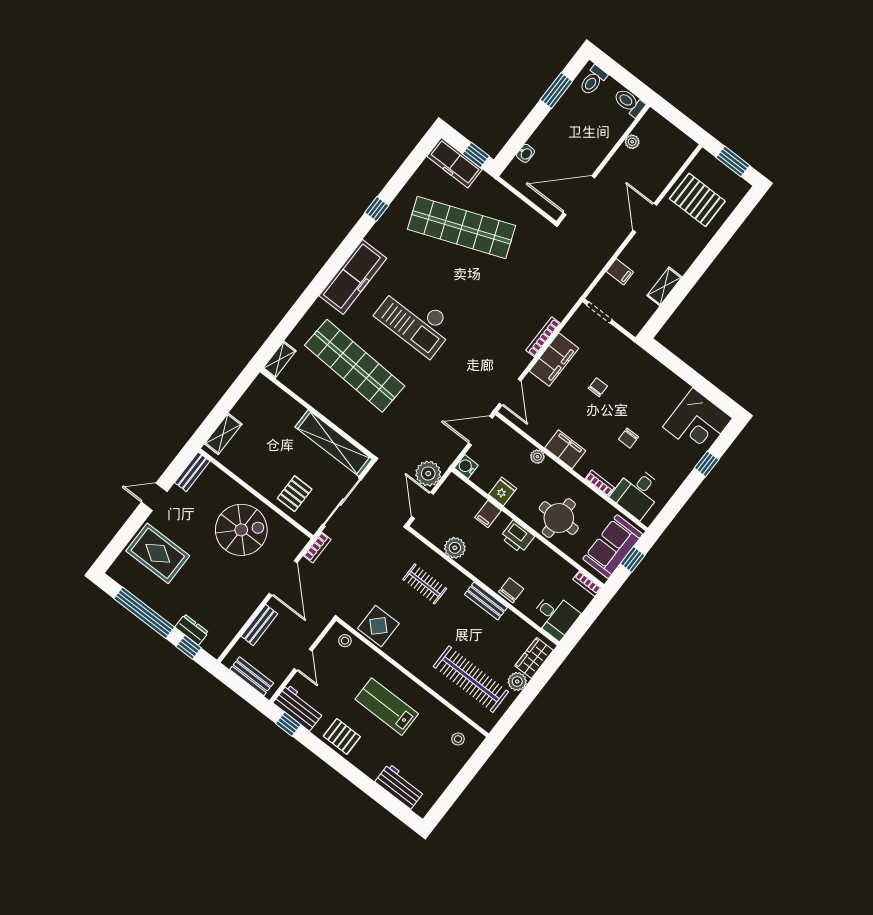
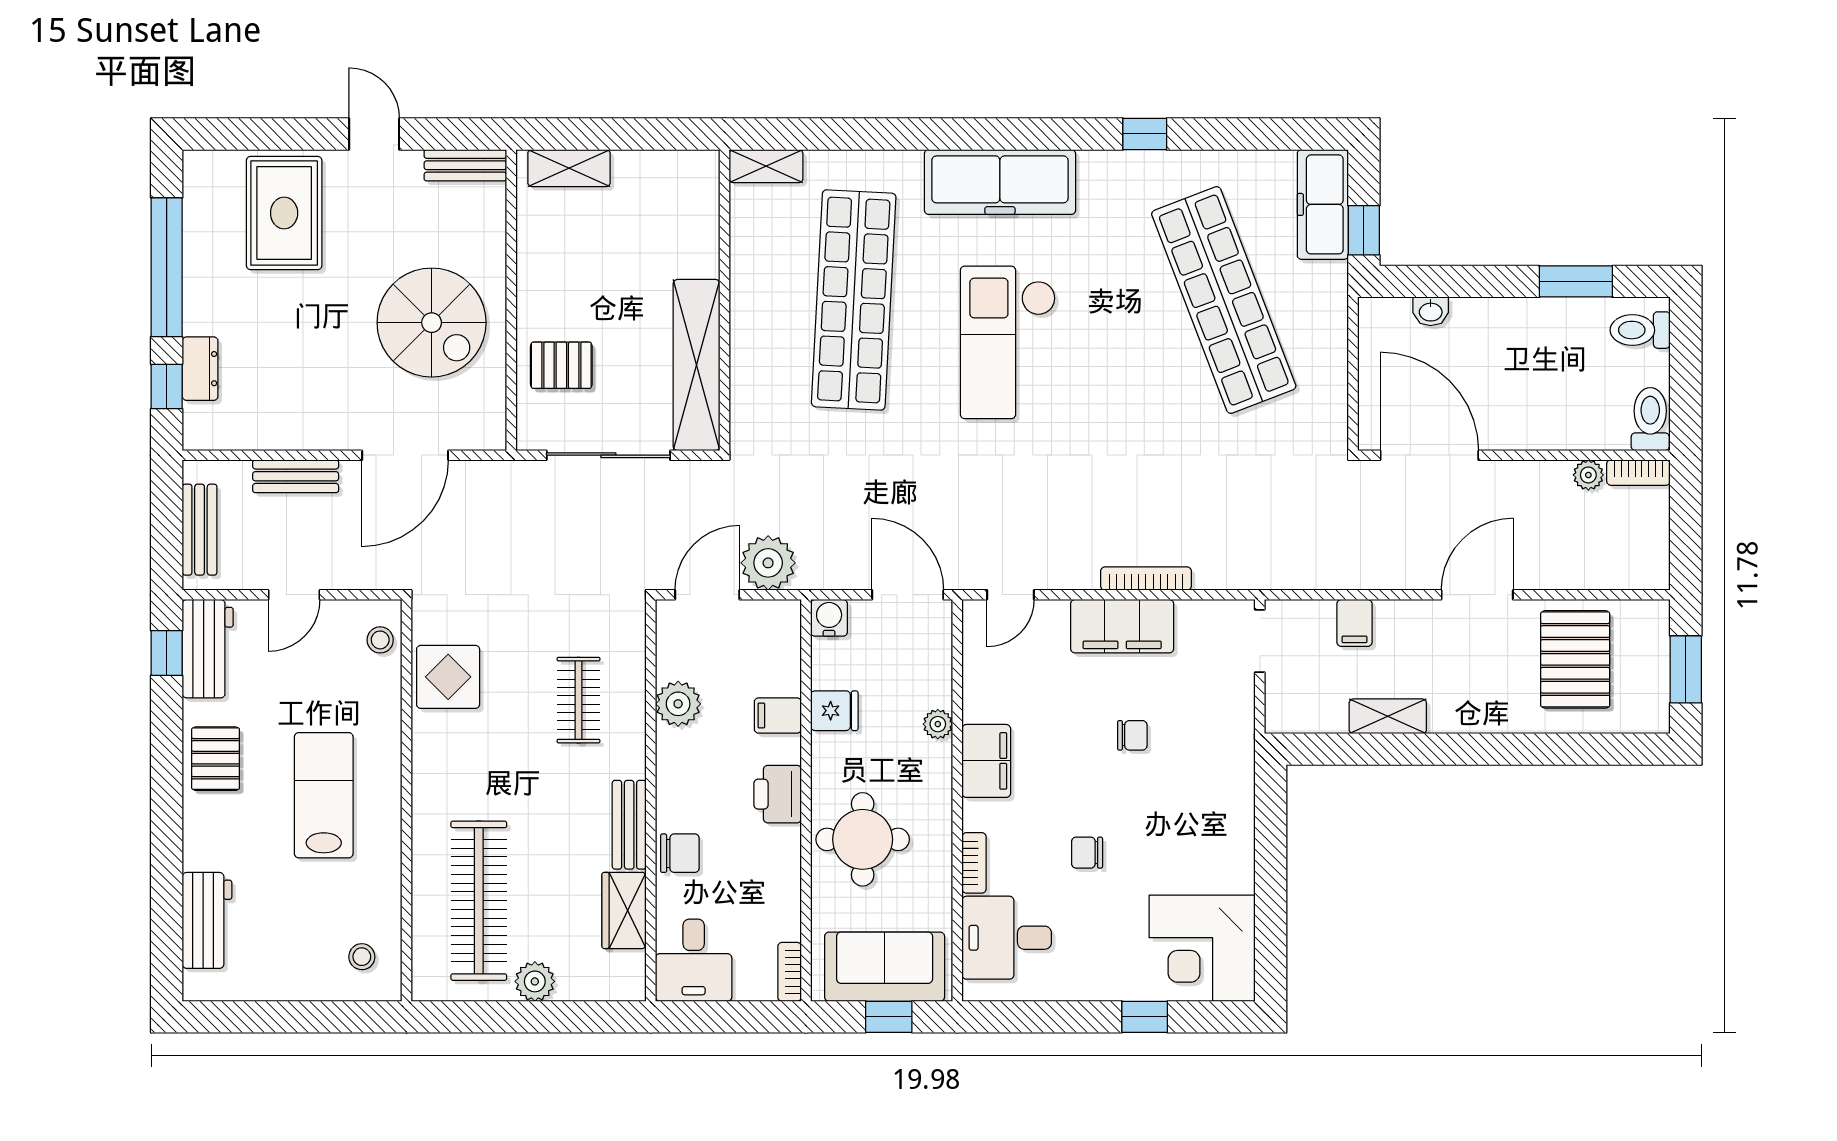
door: (510, 392) -> (1011, 595), width x0.73
bookcase: (317, 547) -> (1638, 473), moved
wardrobe: (534, 658) -> (624, 910), moved, turned -90

